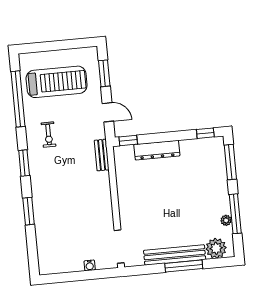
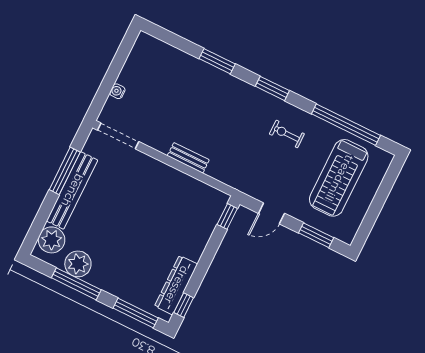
dresser: (157, 150) -> (176, 285), moved
bench: (102, 155) -> (188, 158), moved
plant: (226, 220) -> (78, 264), width x1.87, depth x1.87
window: (184, 266) -> (65, 171), moved

